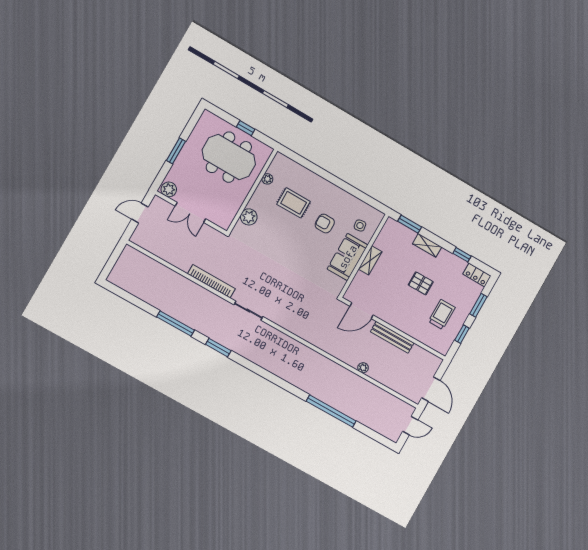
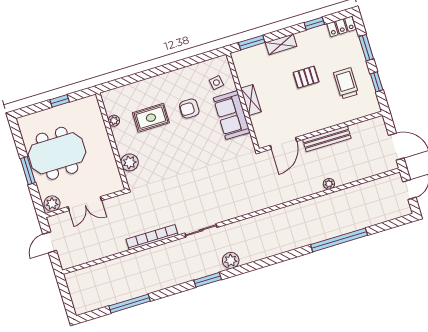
meeting table: (229, 157) -> (57, 153), moved
window: (176, 324) -> (130, 304), moved
plant: (247, 351) -> (231, 260), added

